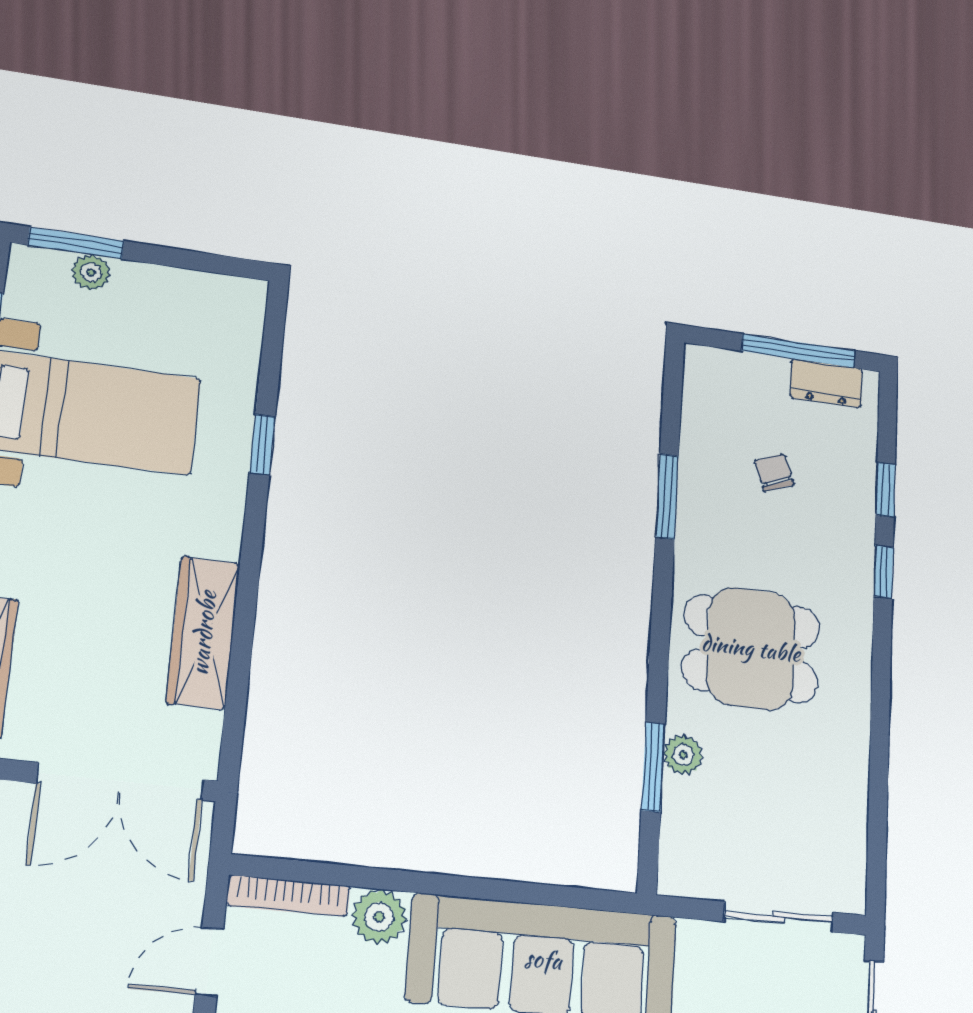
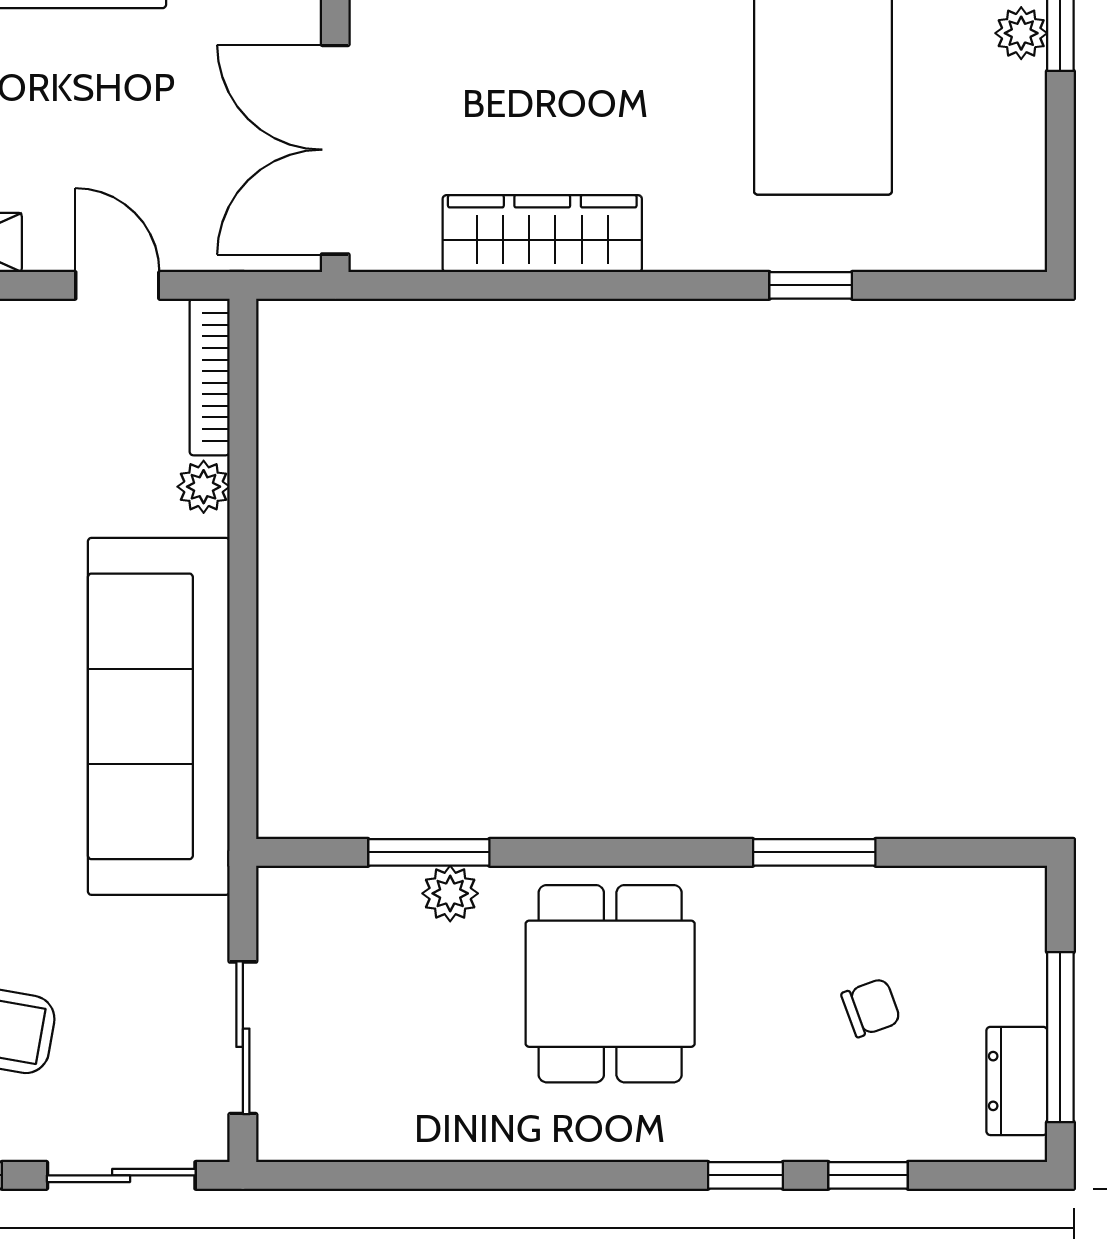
plant: (379, 917) -> (204, 487), width x0.73, depth x0.73

